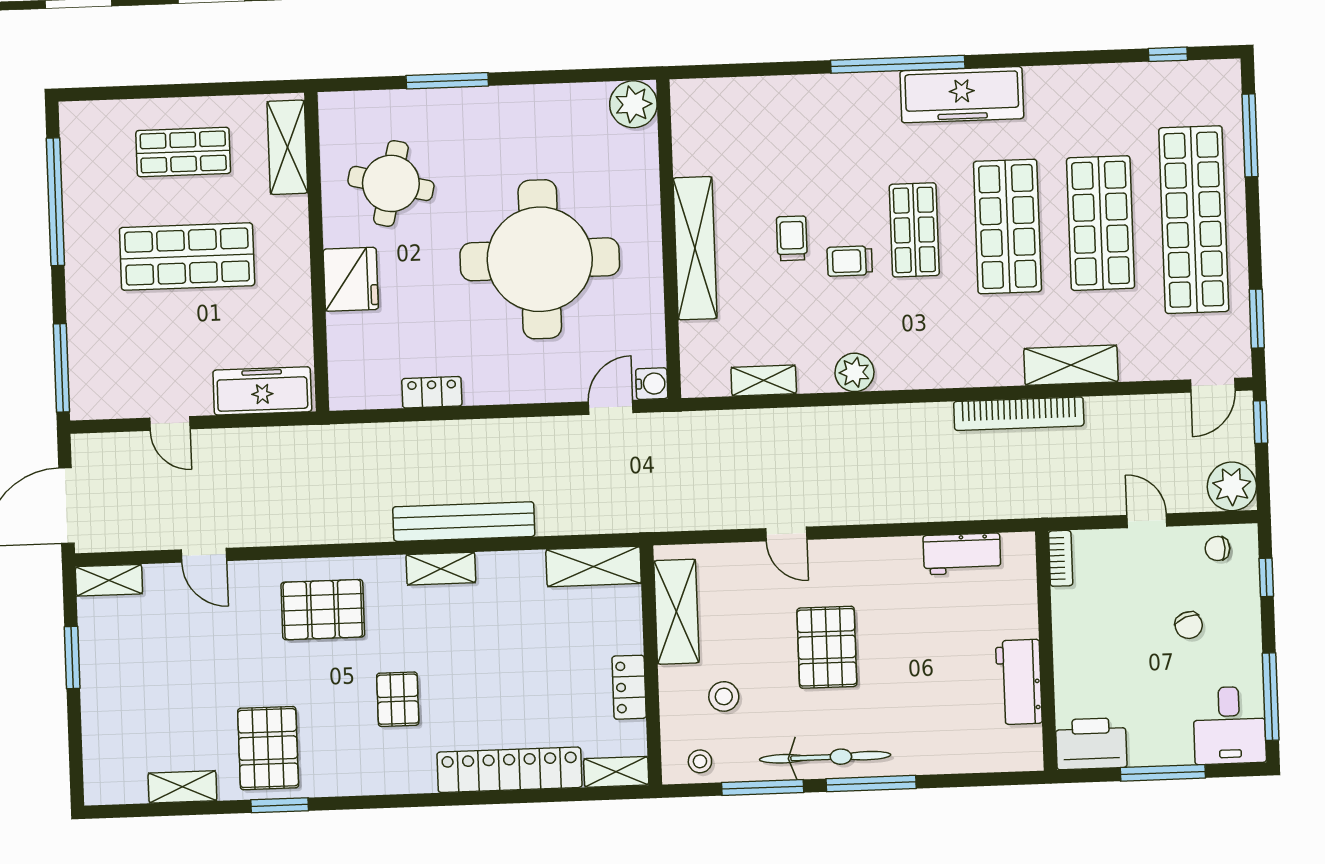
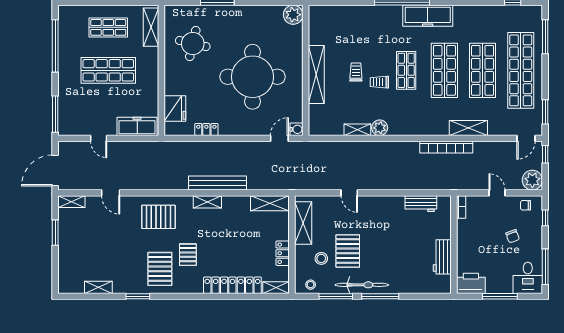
fridge: (351, 279) -> (175, 109), moved
shelving: (764, 381) -> (357, 130), moved
pallet: (827, 647) -> (348, 251), moved
pallet: (268, 748) -> (160, 269), moved

